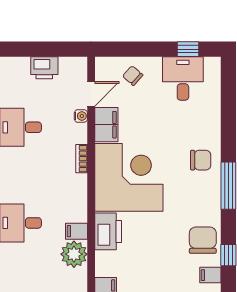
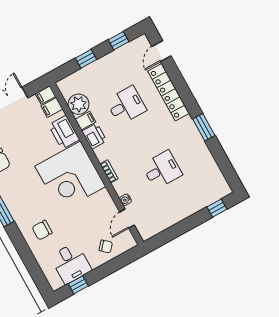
printer: (44, 68) -> (94, 136), moved, turned 90
filing cabinet: (106, 125) -> (52, 107), moved, width x0.50
chair: (201, 160) -> (42, 230), moved

